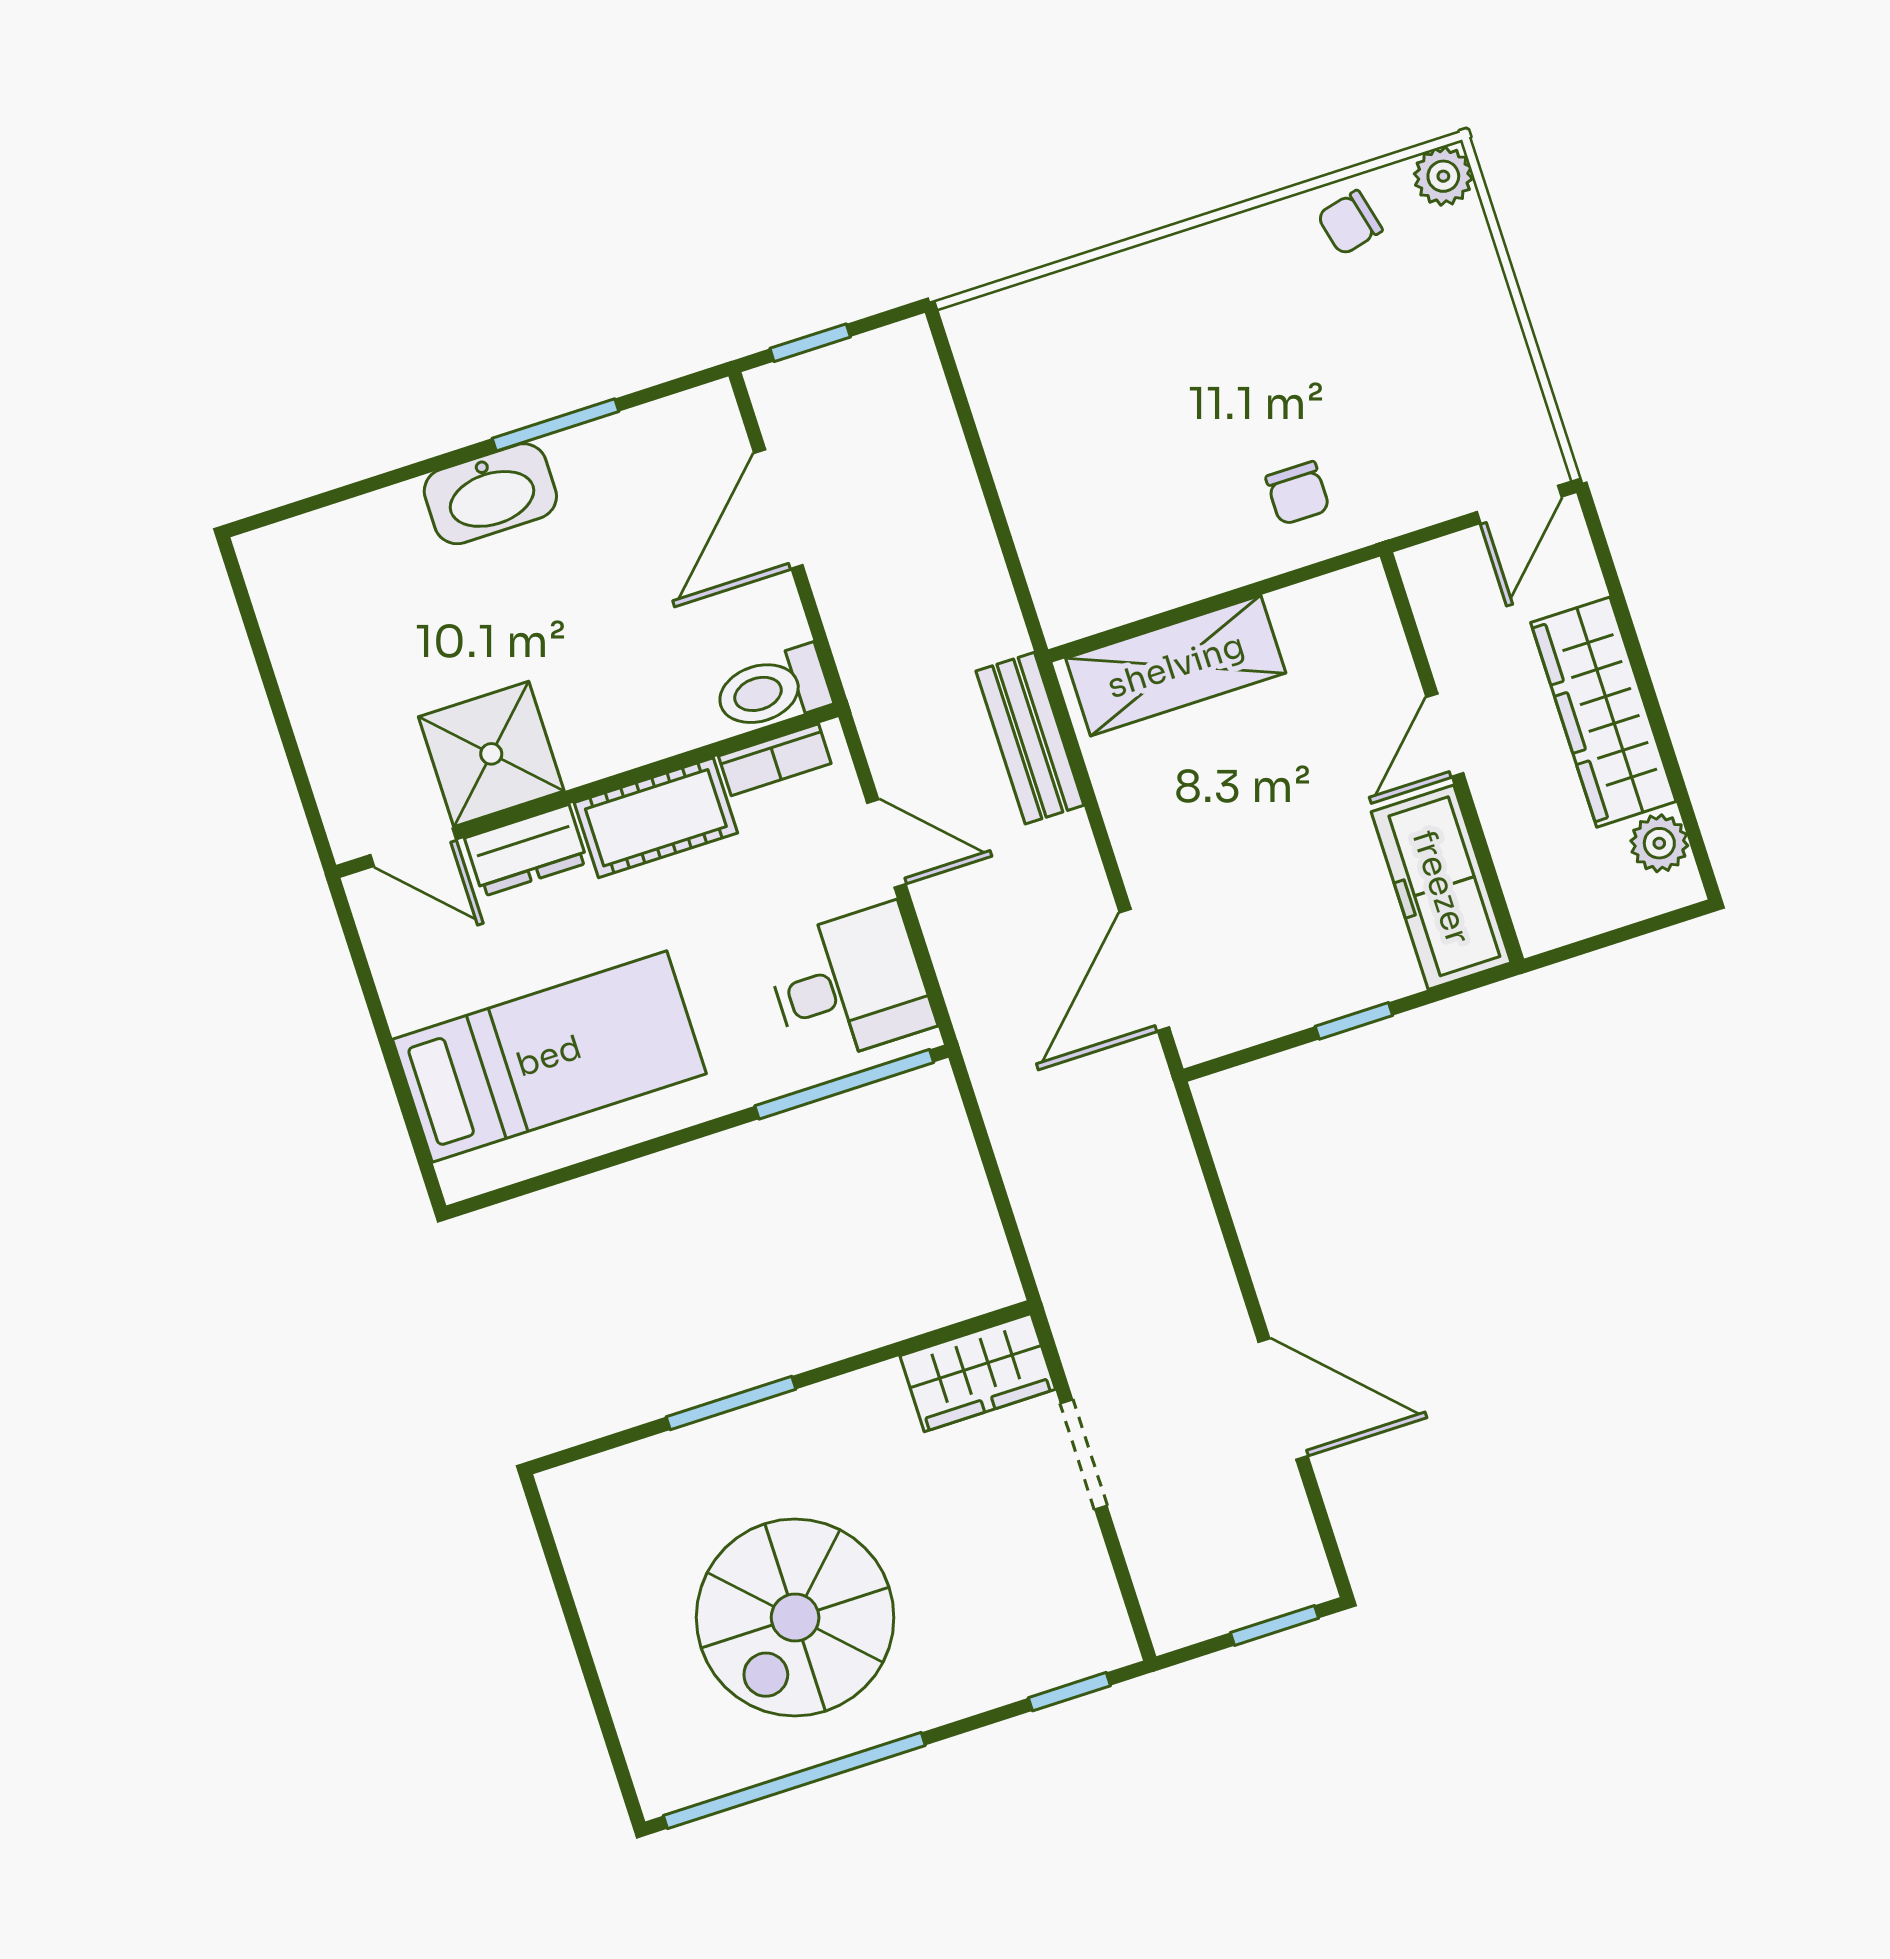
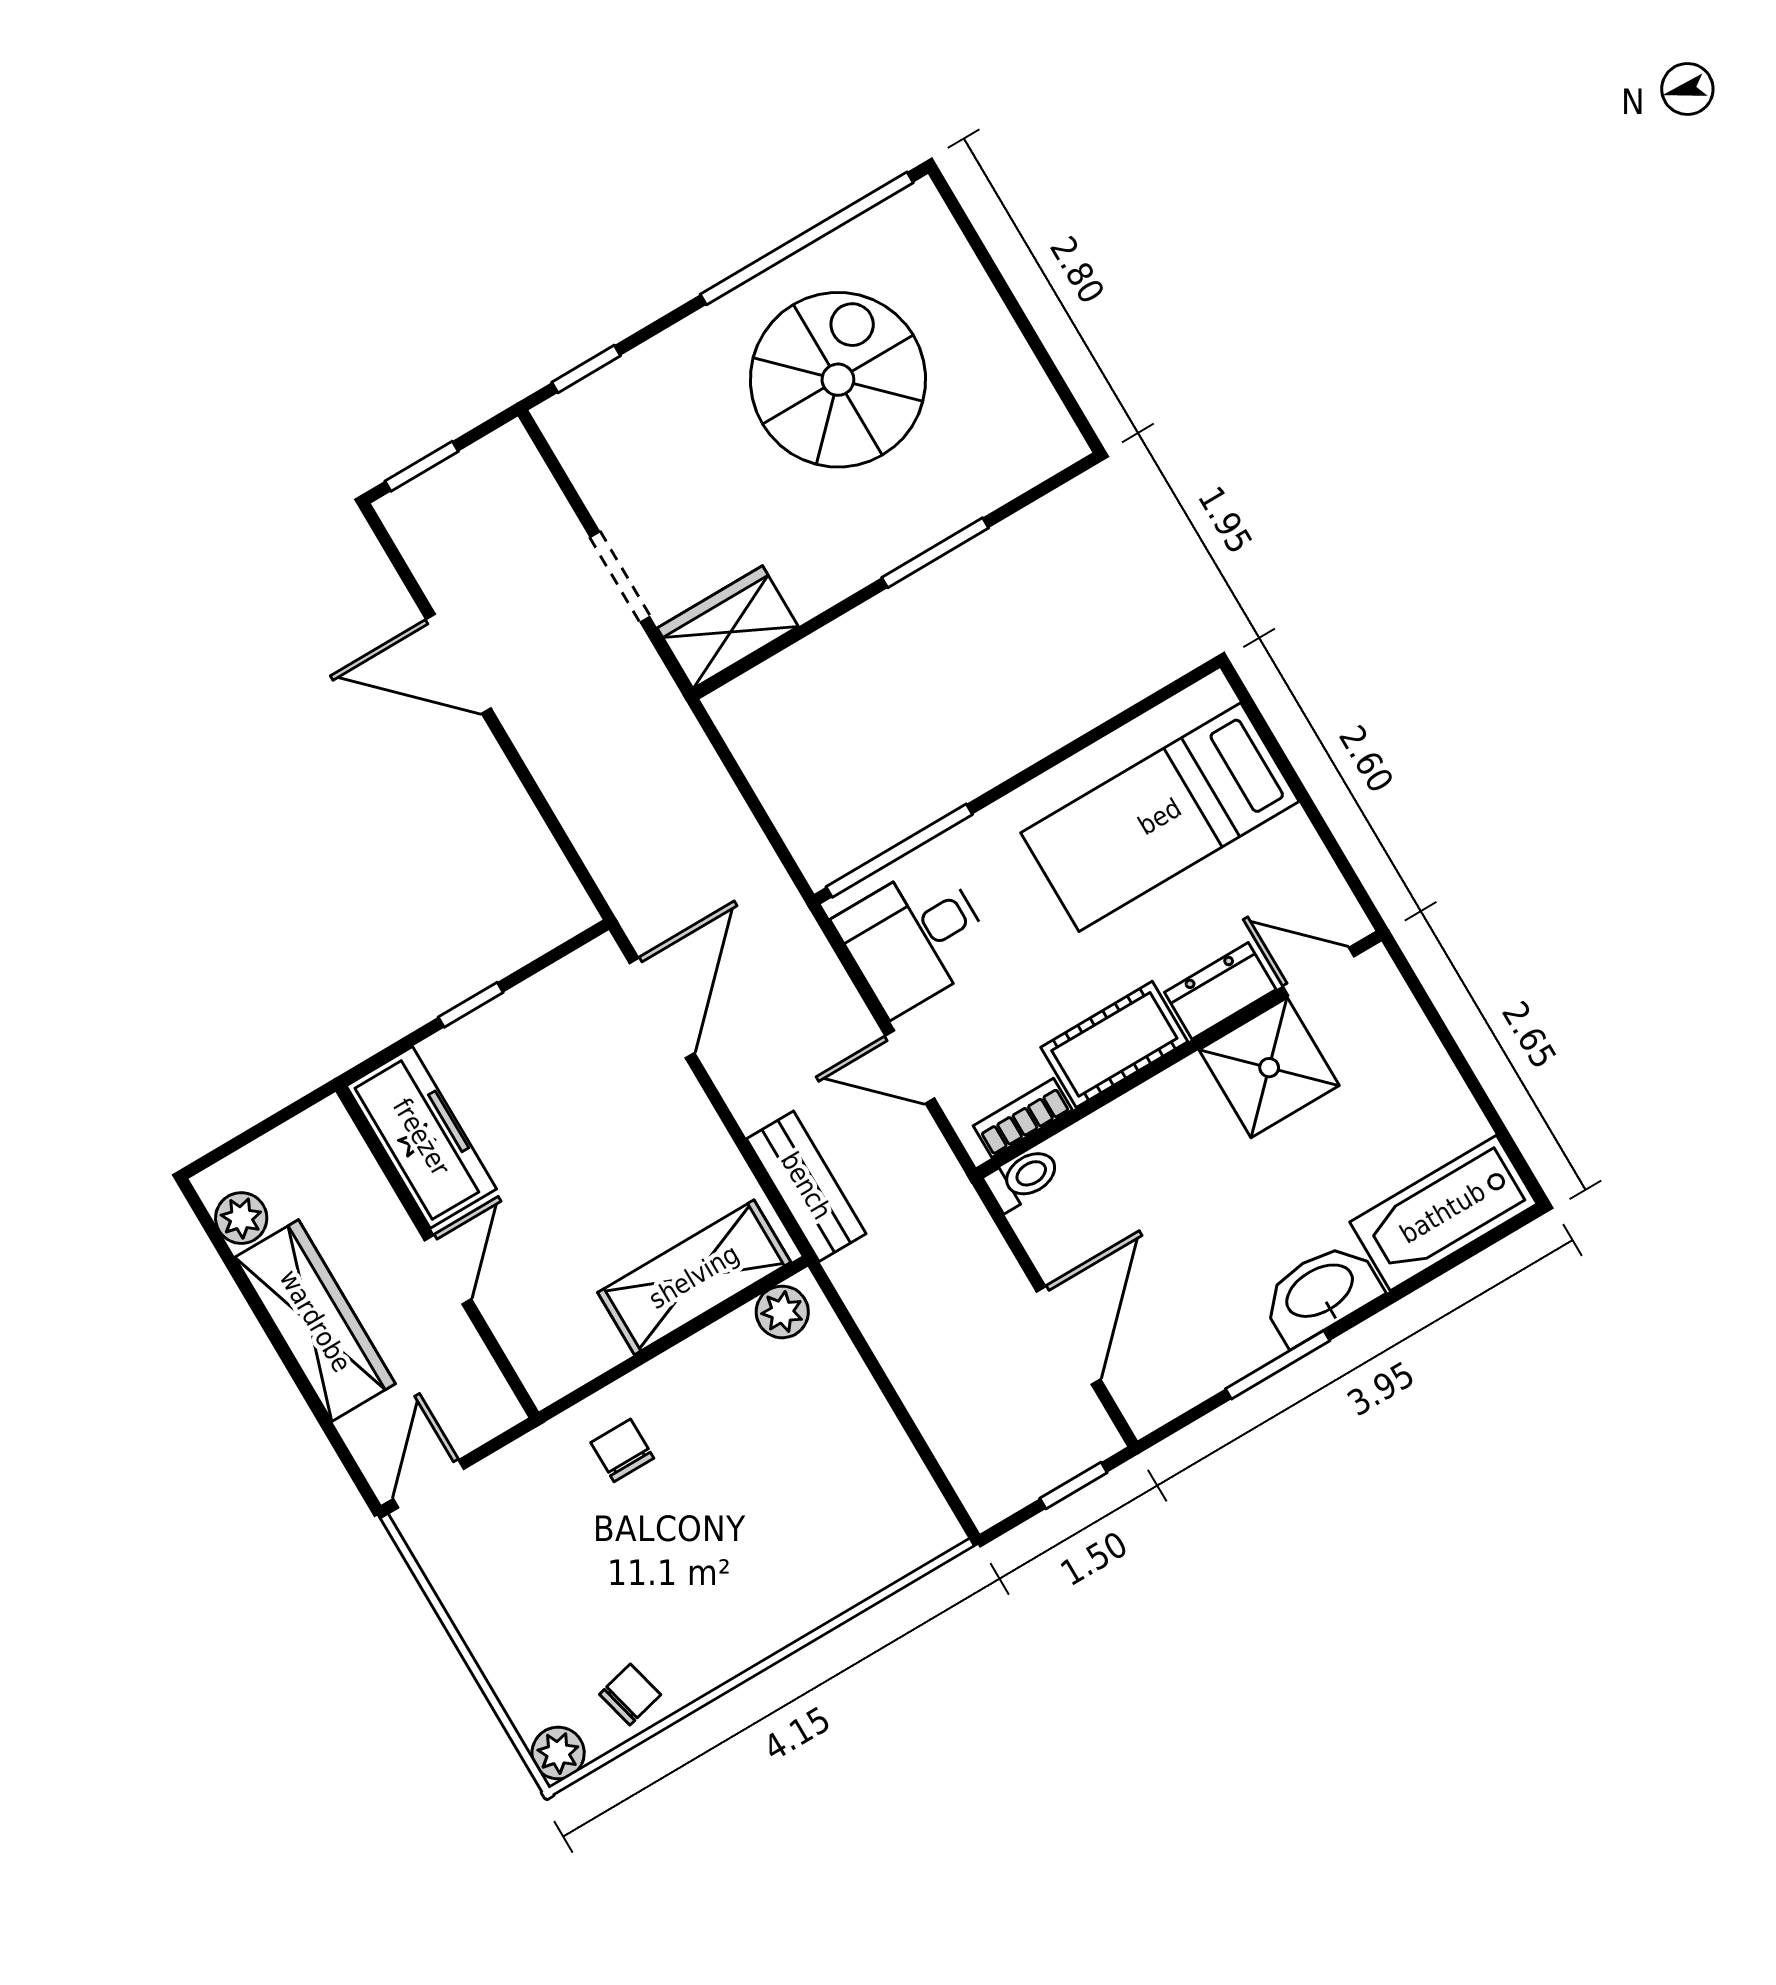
bathtub: (336, 551) -> (1443, 1213), added
plant: (1087, 606) -> (782, 1312), added
toilet: (772, 689) -> (1023, 1178), width x0.73, depth x0.72

